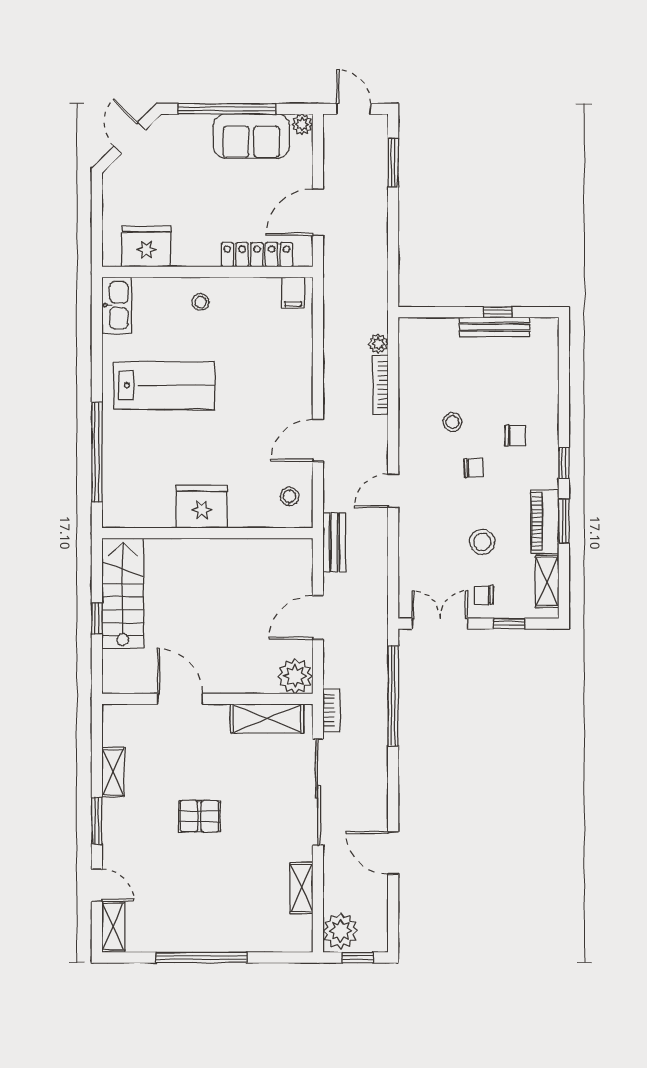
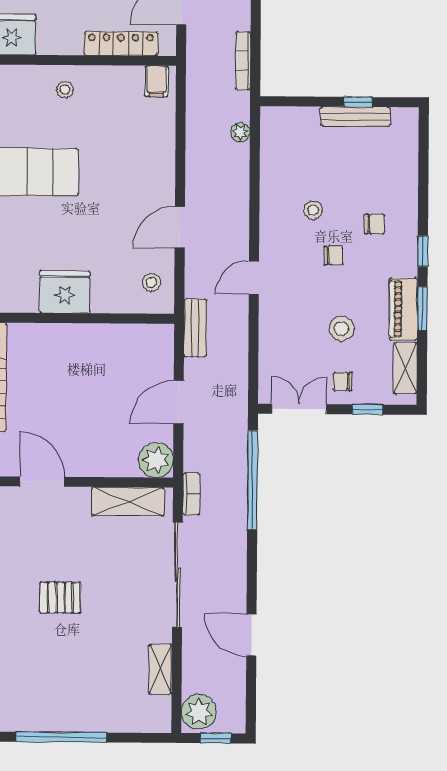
bookcase: (381, 385) -> (243, 61), moved

